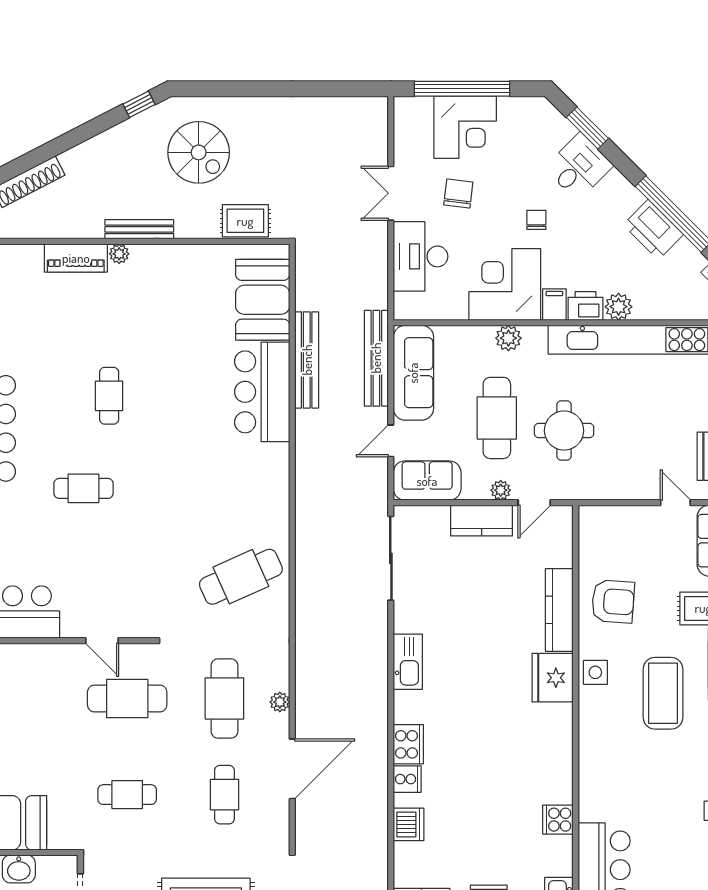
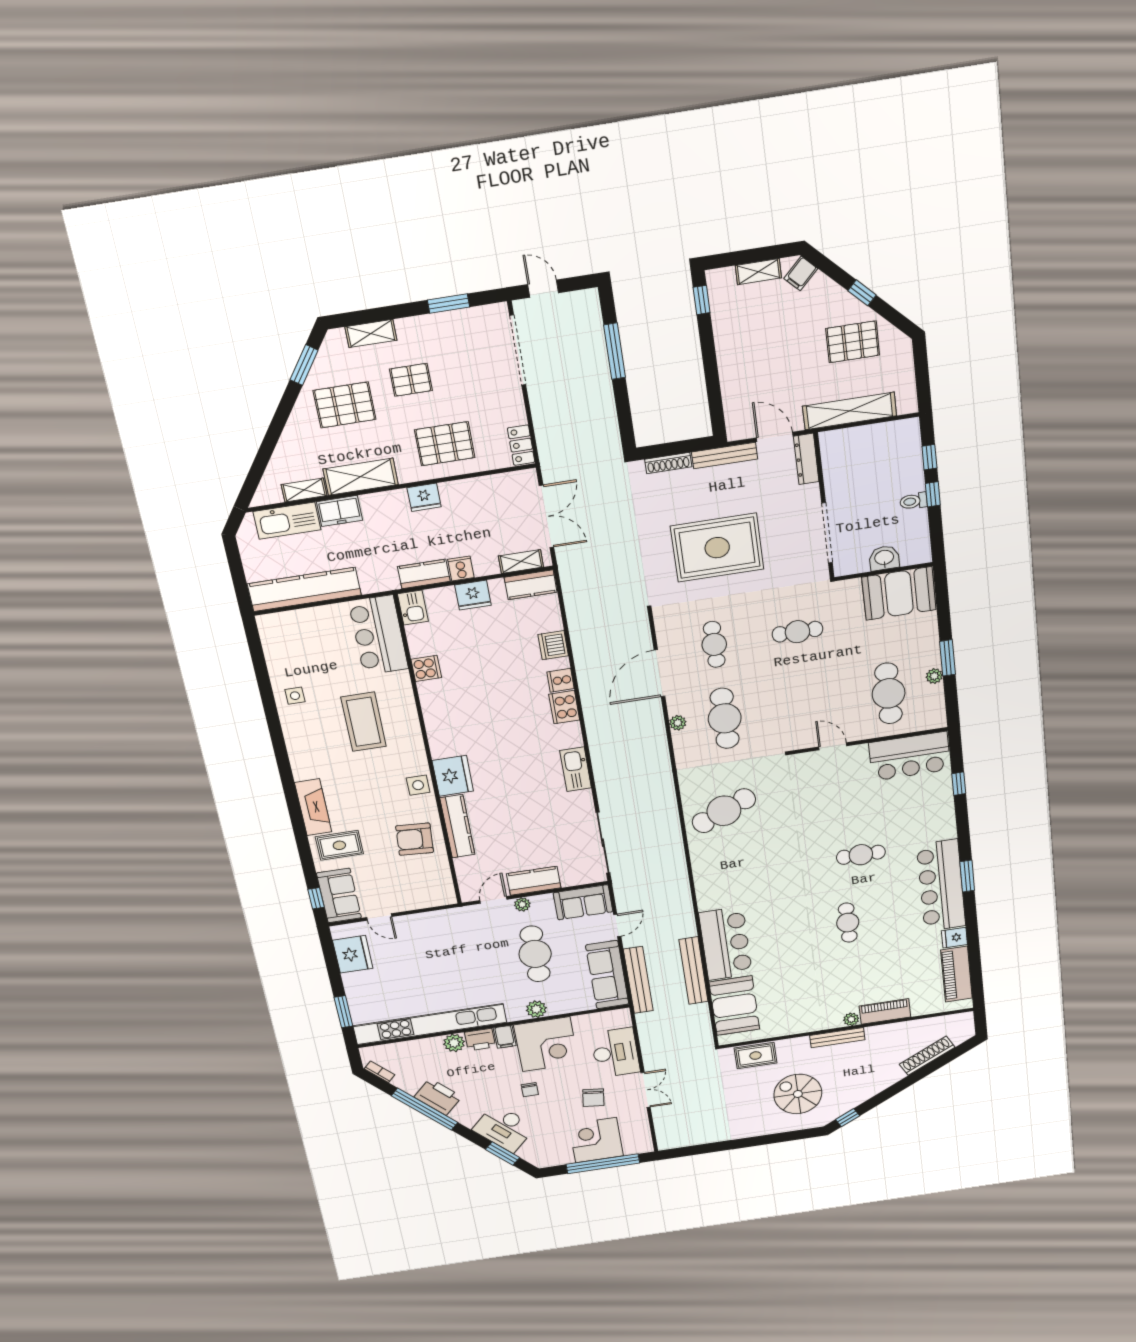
desk: (579, 167) -> (504, 1128), width x1.37
round table: (564, 430) -> (480, 953), removed
coffee table: (663, 693) -> (364, 722), moved
cafe table: (127, 698) -> (889, 693), moved, turned 90

